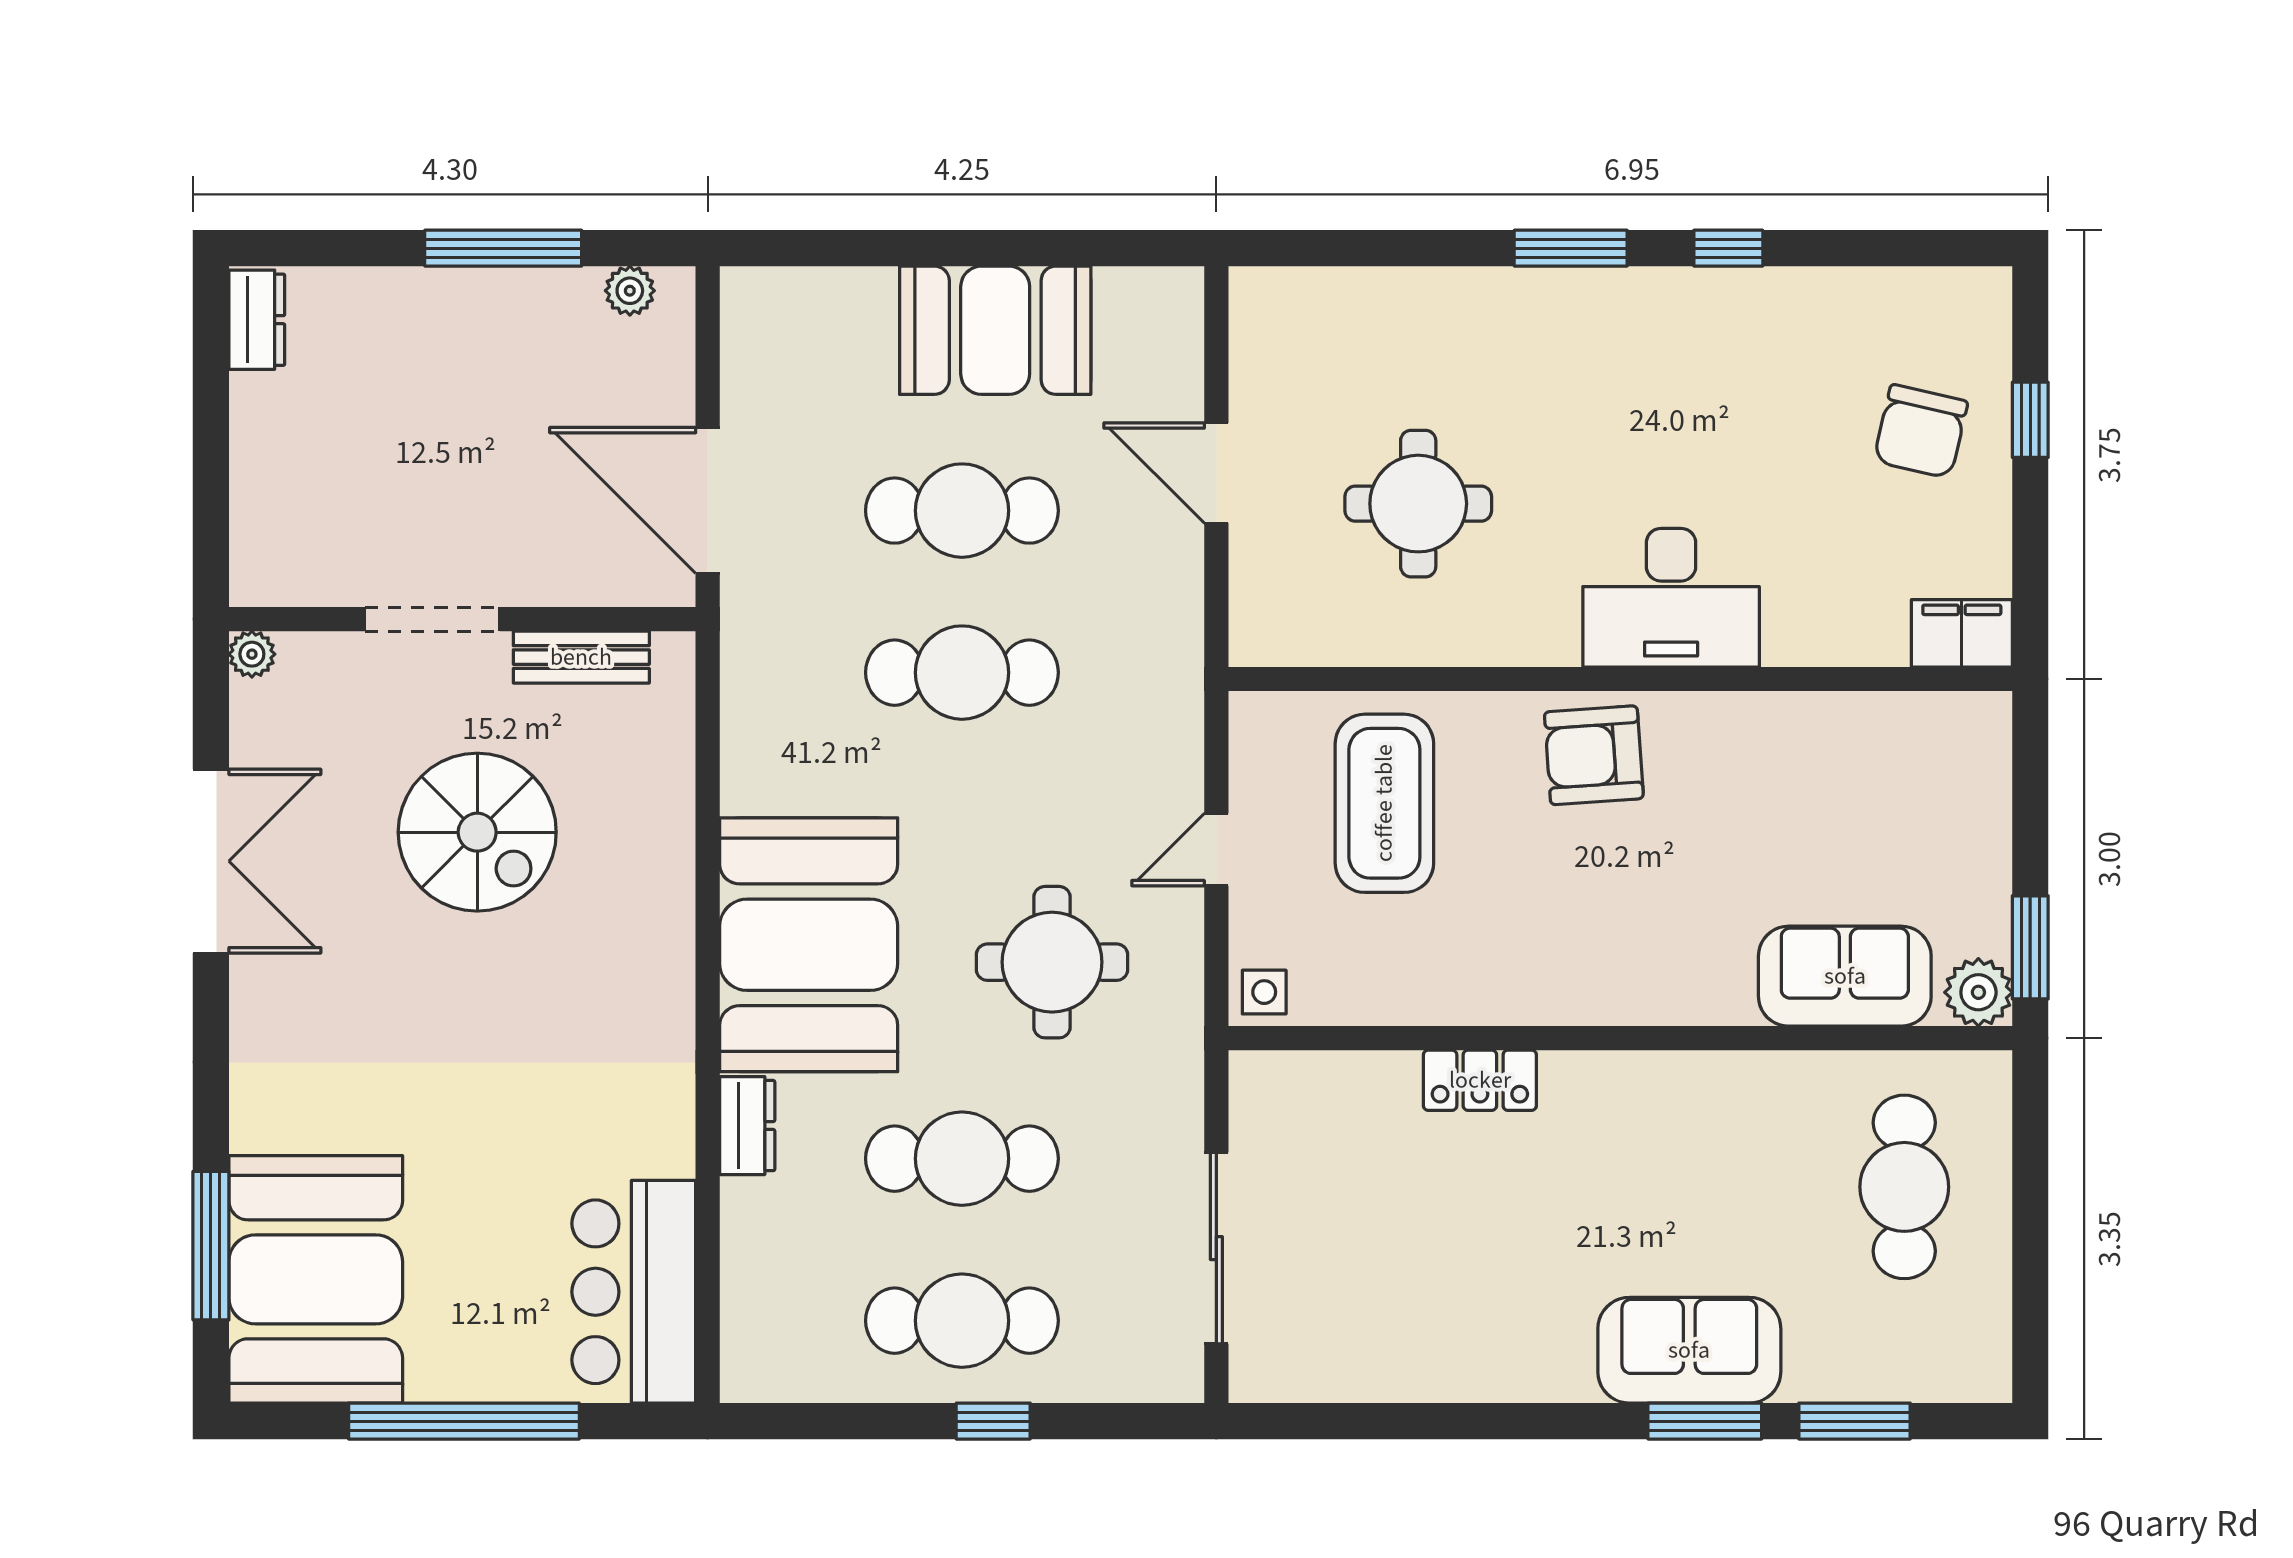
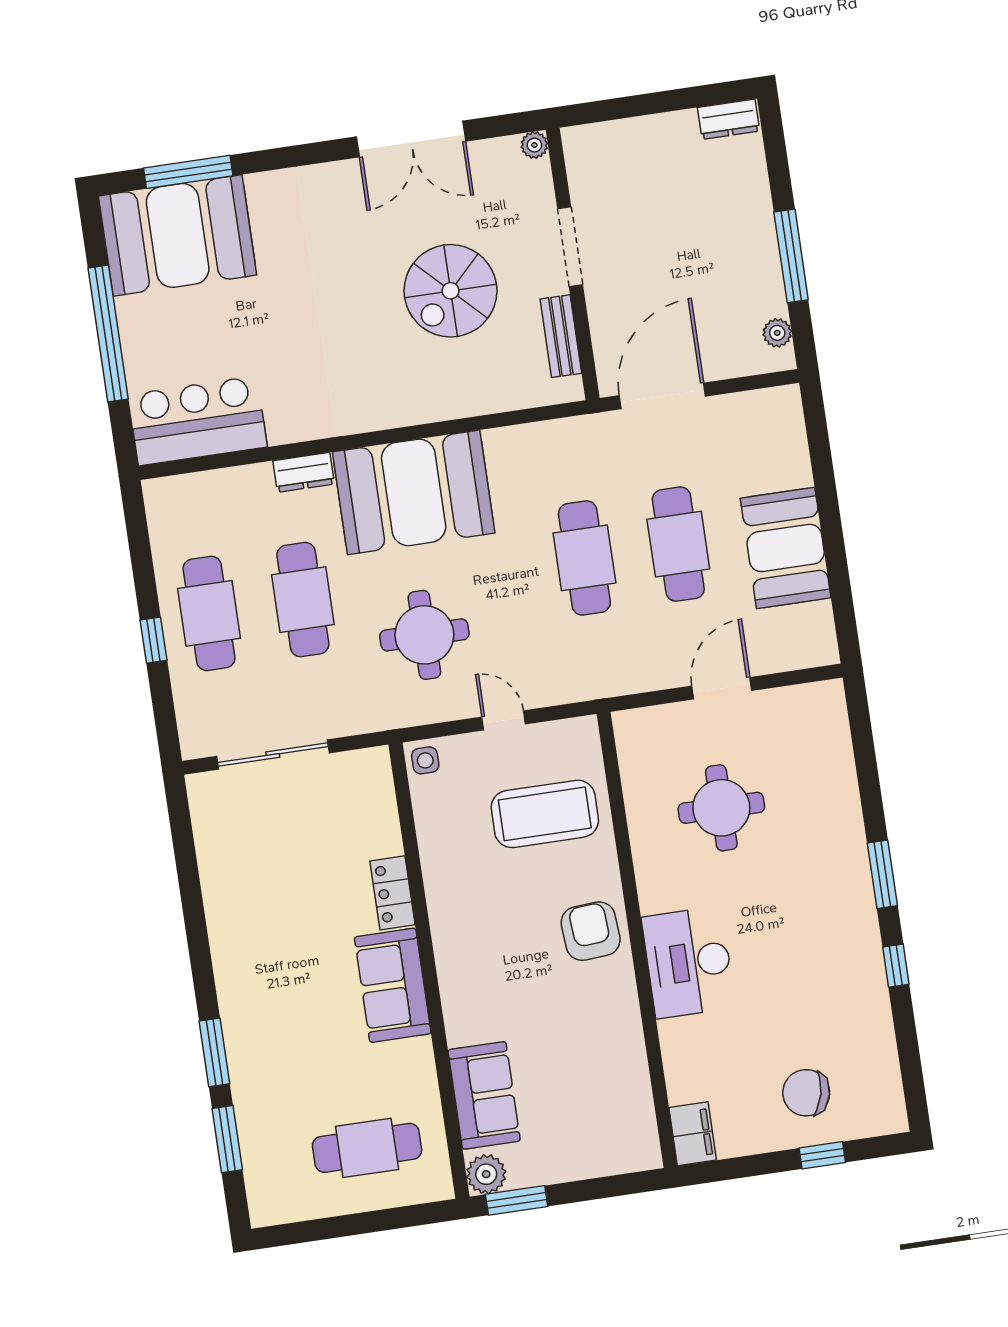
sofa: (1689, 1350) -> (393, 985), moved, turned 180

